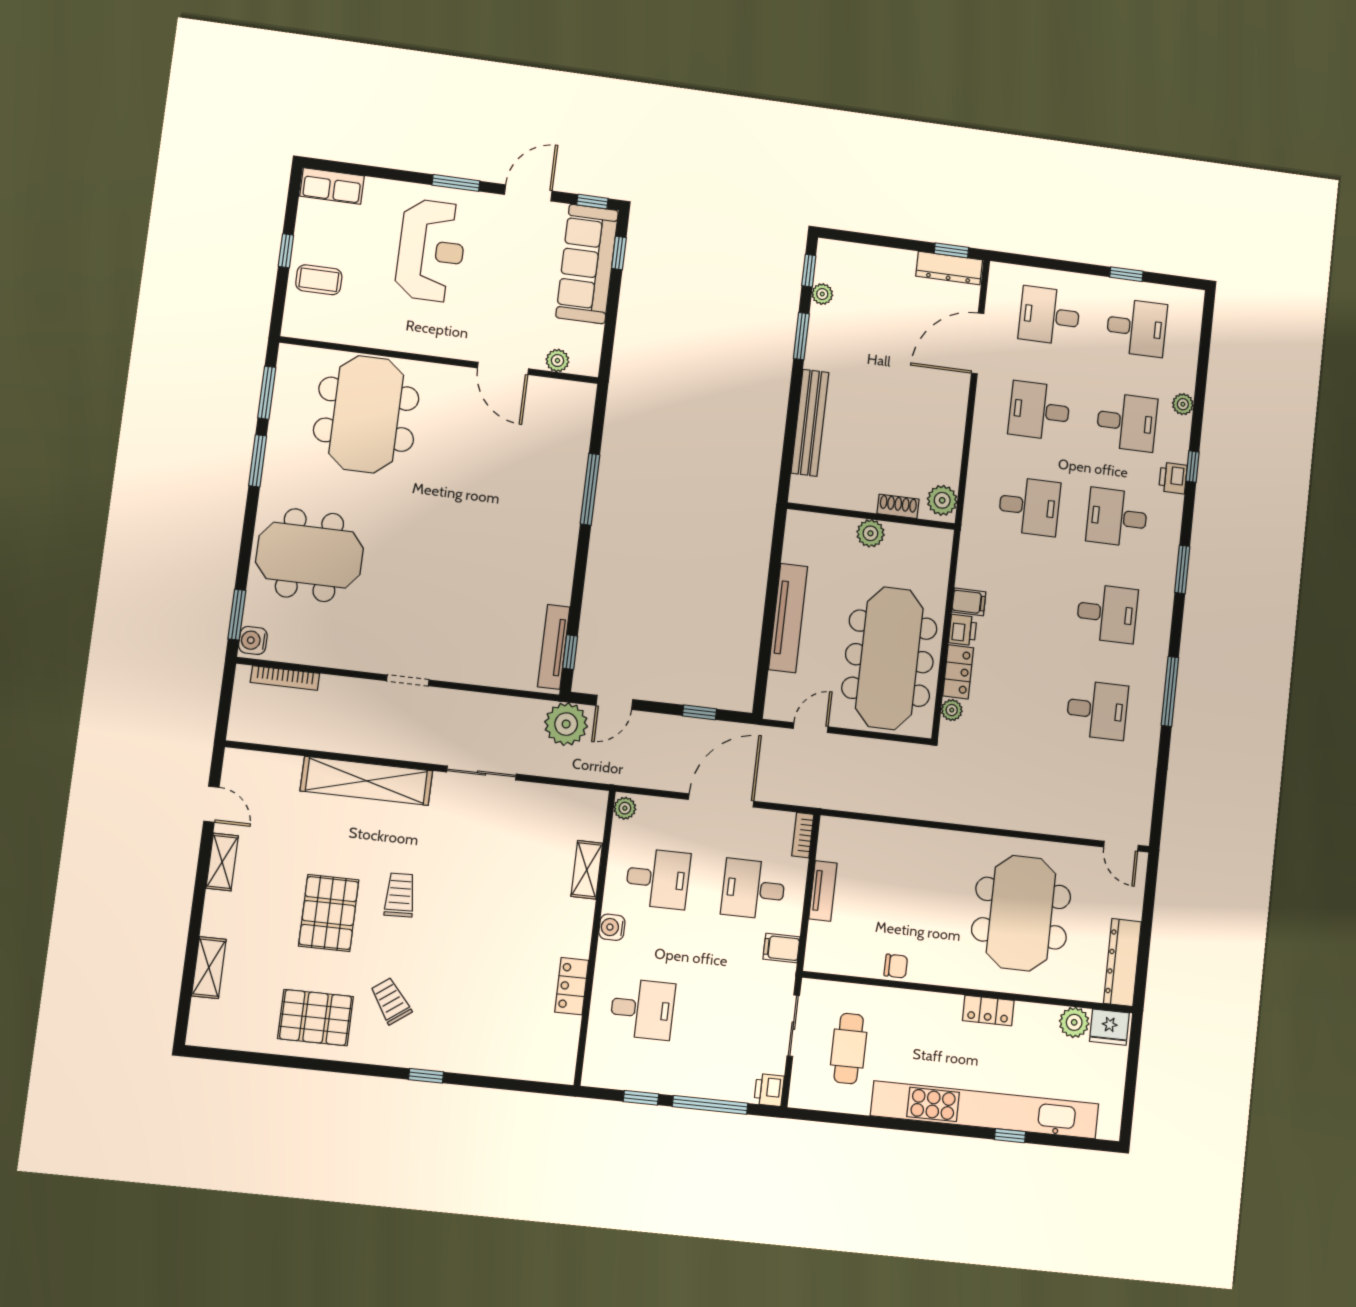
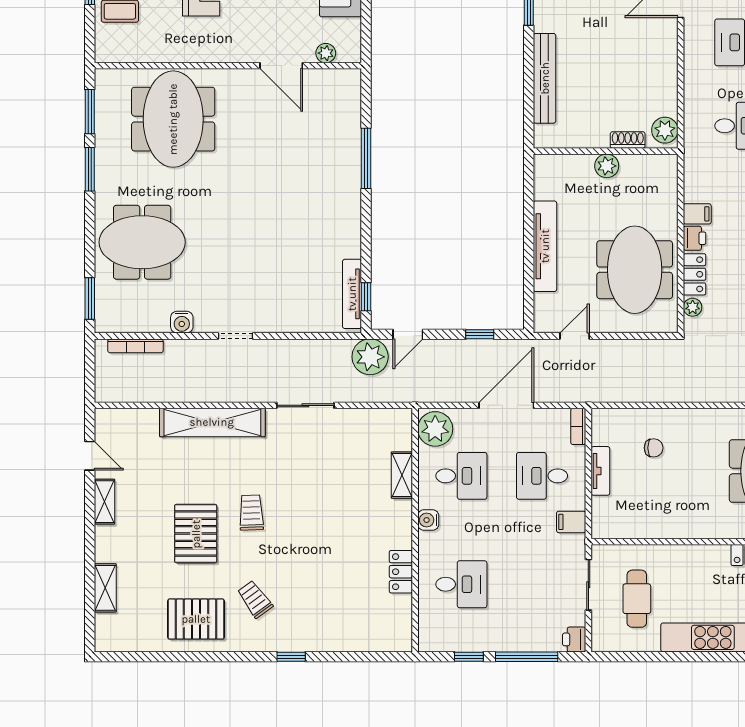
water cooler: (253, 640) -> (182, 322), moved, turned -90
meeting table: (889, 658) -> (635, 270), width x0.73
plant: (625, 808) -> (435, 429), width x1.88, depth x1.88
chair: (896, 966) -> (654, 448), moved

